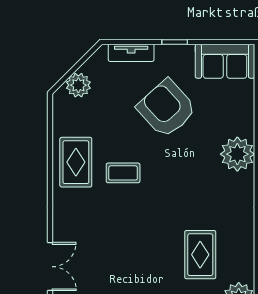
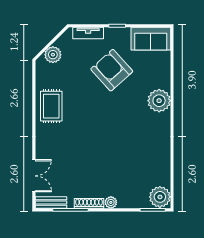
coffee table: (123, 173) -> (83, 113), removed
rug: (200, 255) -> (134, 168), removed

